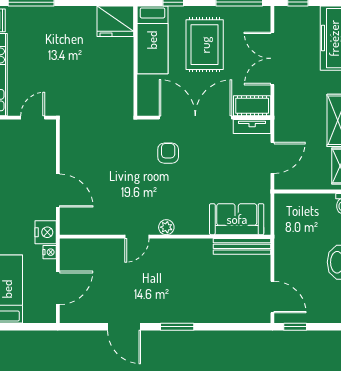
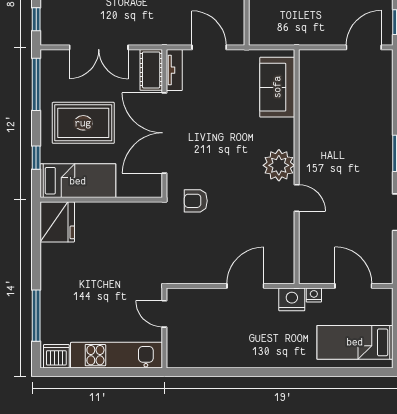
armchair: (168, 153) -> (196, 201), moved
plant: (166, 227) -> (279, 165), width x1.87, depth x1.87
bench: (242, 246) -> (308, 81), removed

